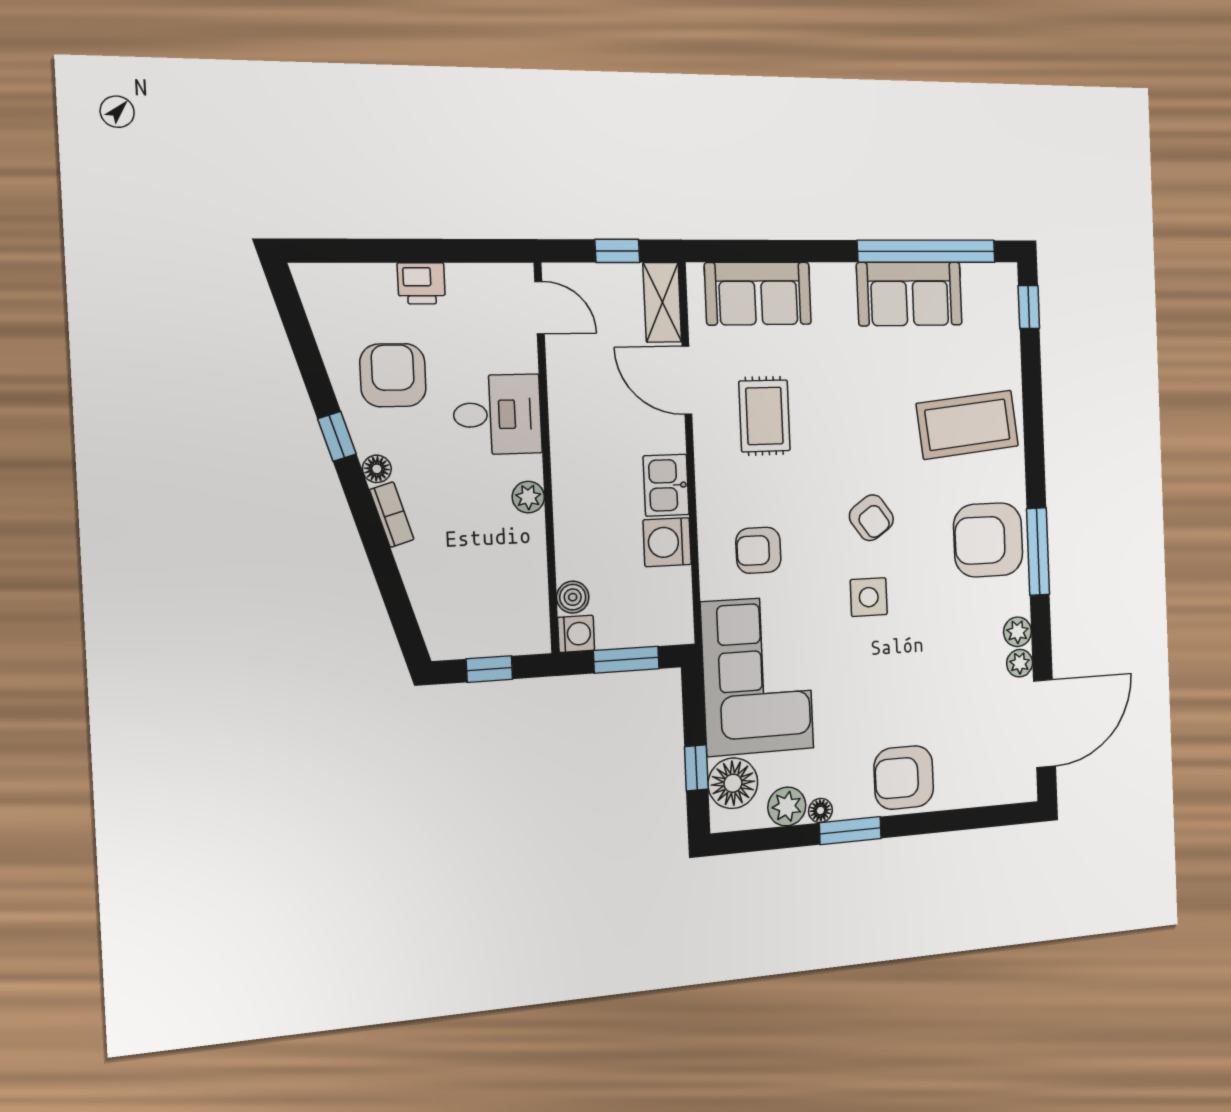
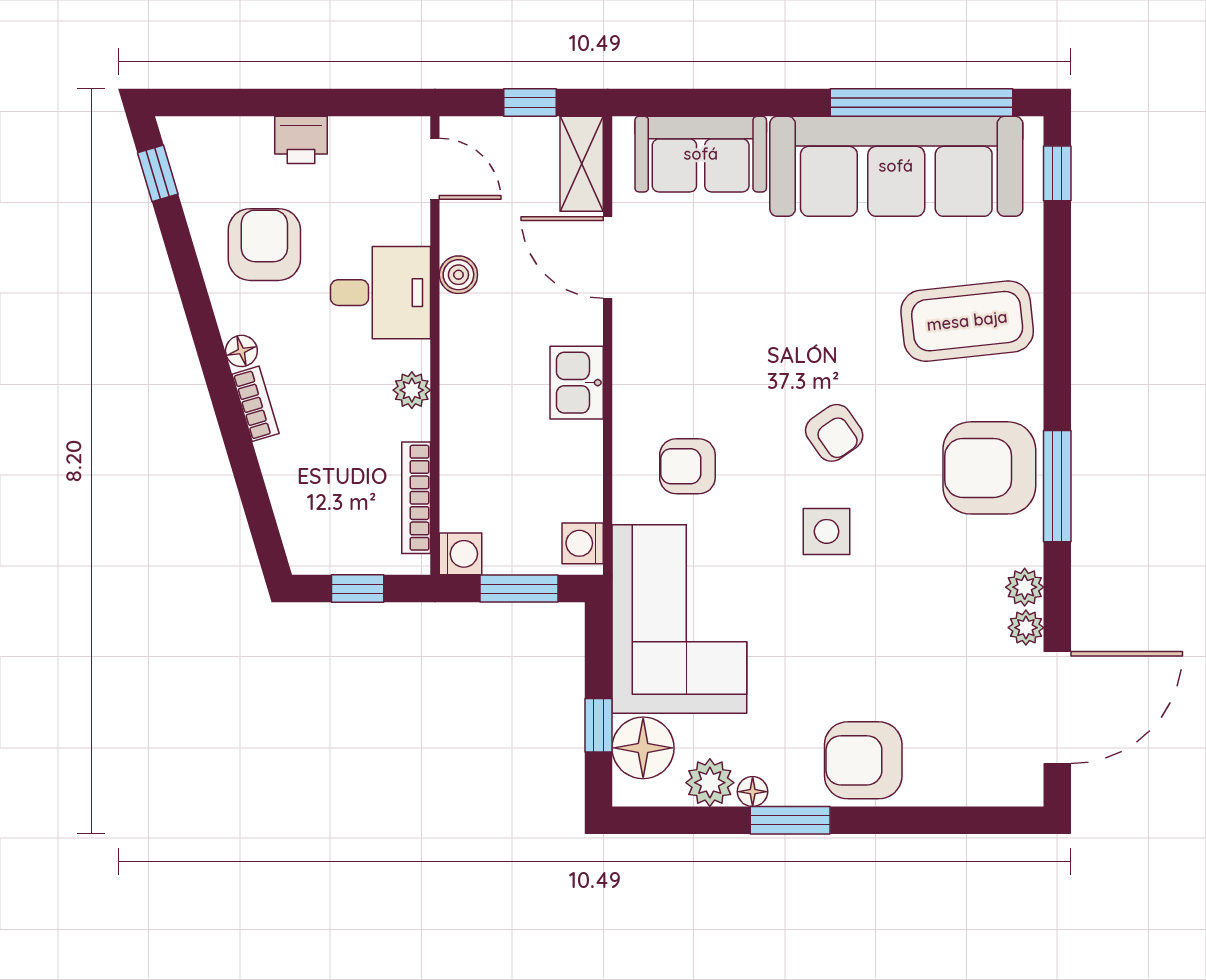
sofa: (910, 294) -> (896, 166), width x1.85, depth x1.27
rug: (764, 416) -> (702, 303), removed
window: (337, 436) -> (158, 173), moved
washing machine: (667, 542) -> (583, 543), moved, width x0.73, depth x0.73
bookcase: (536, 588) -> (416, 498), added
boiler: (573, 597) -> (458, 275), moved

